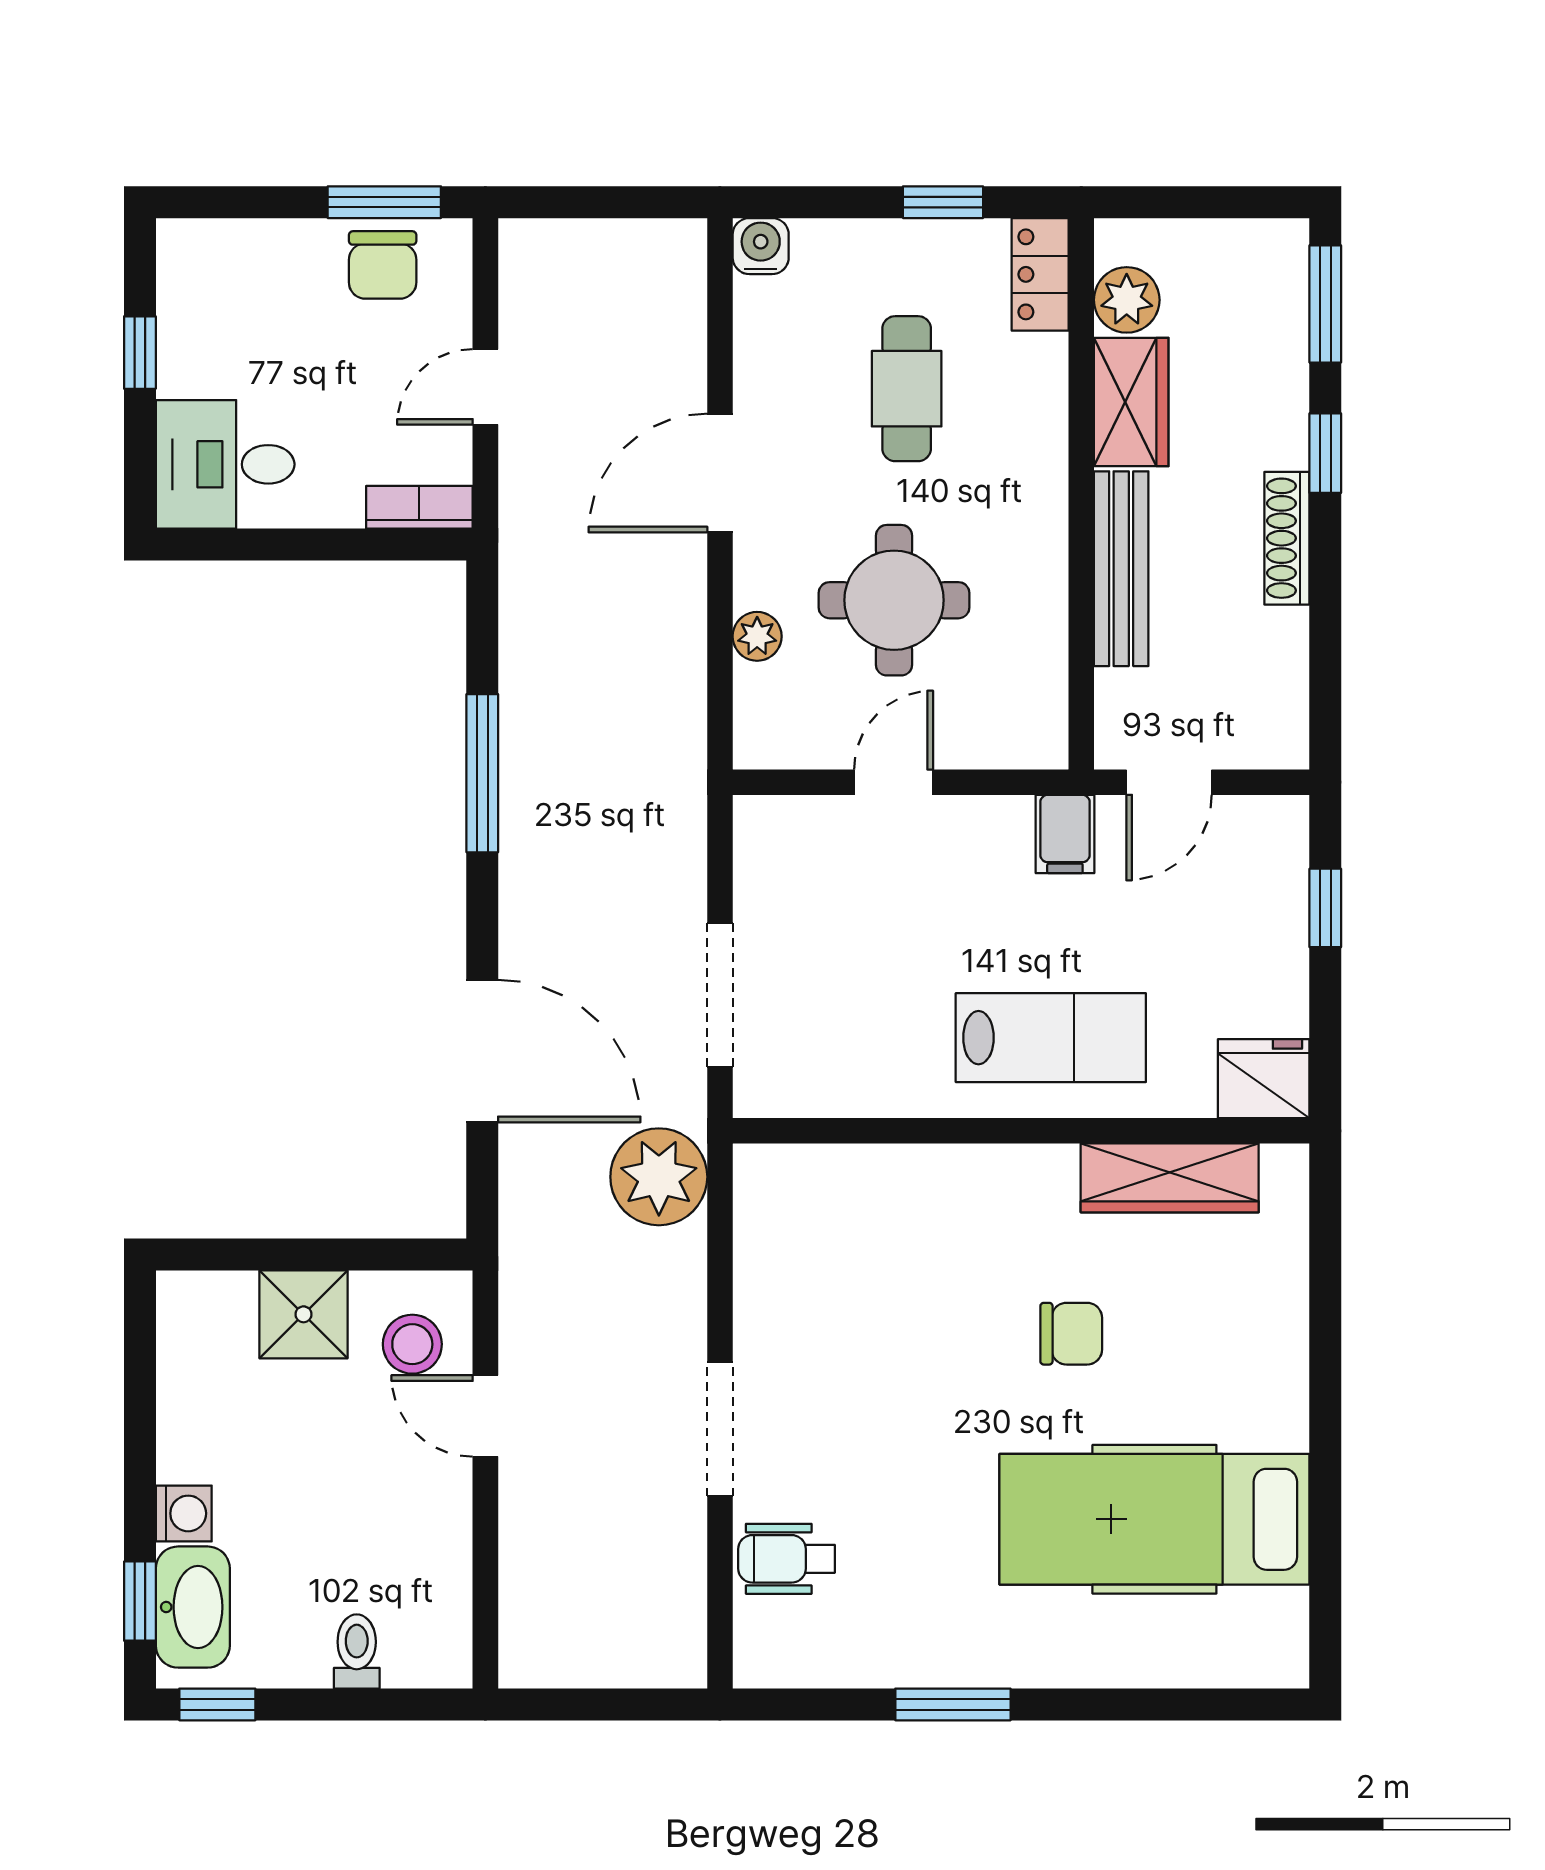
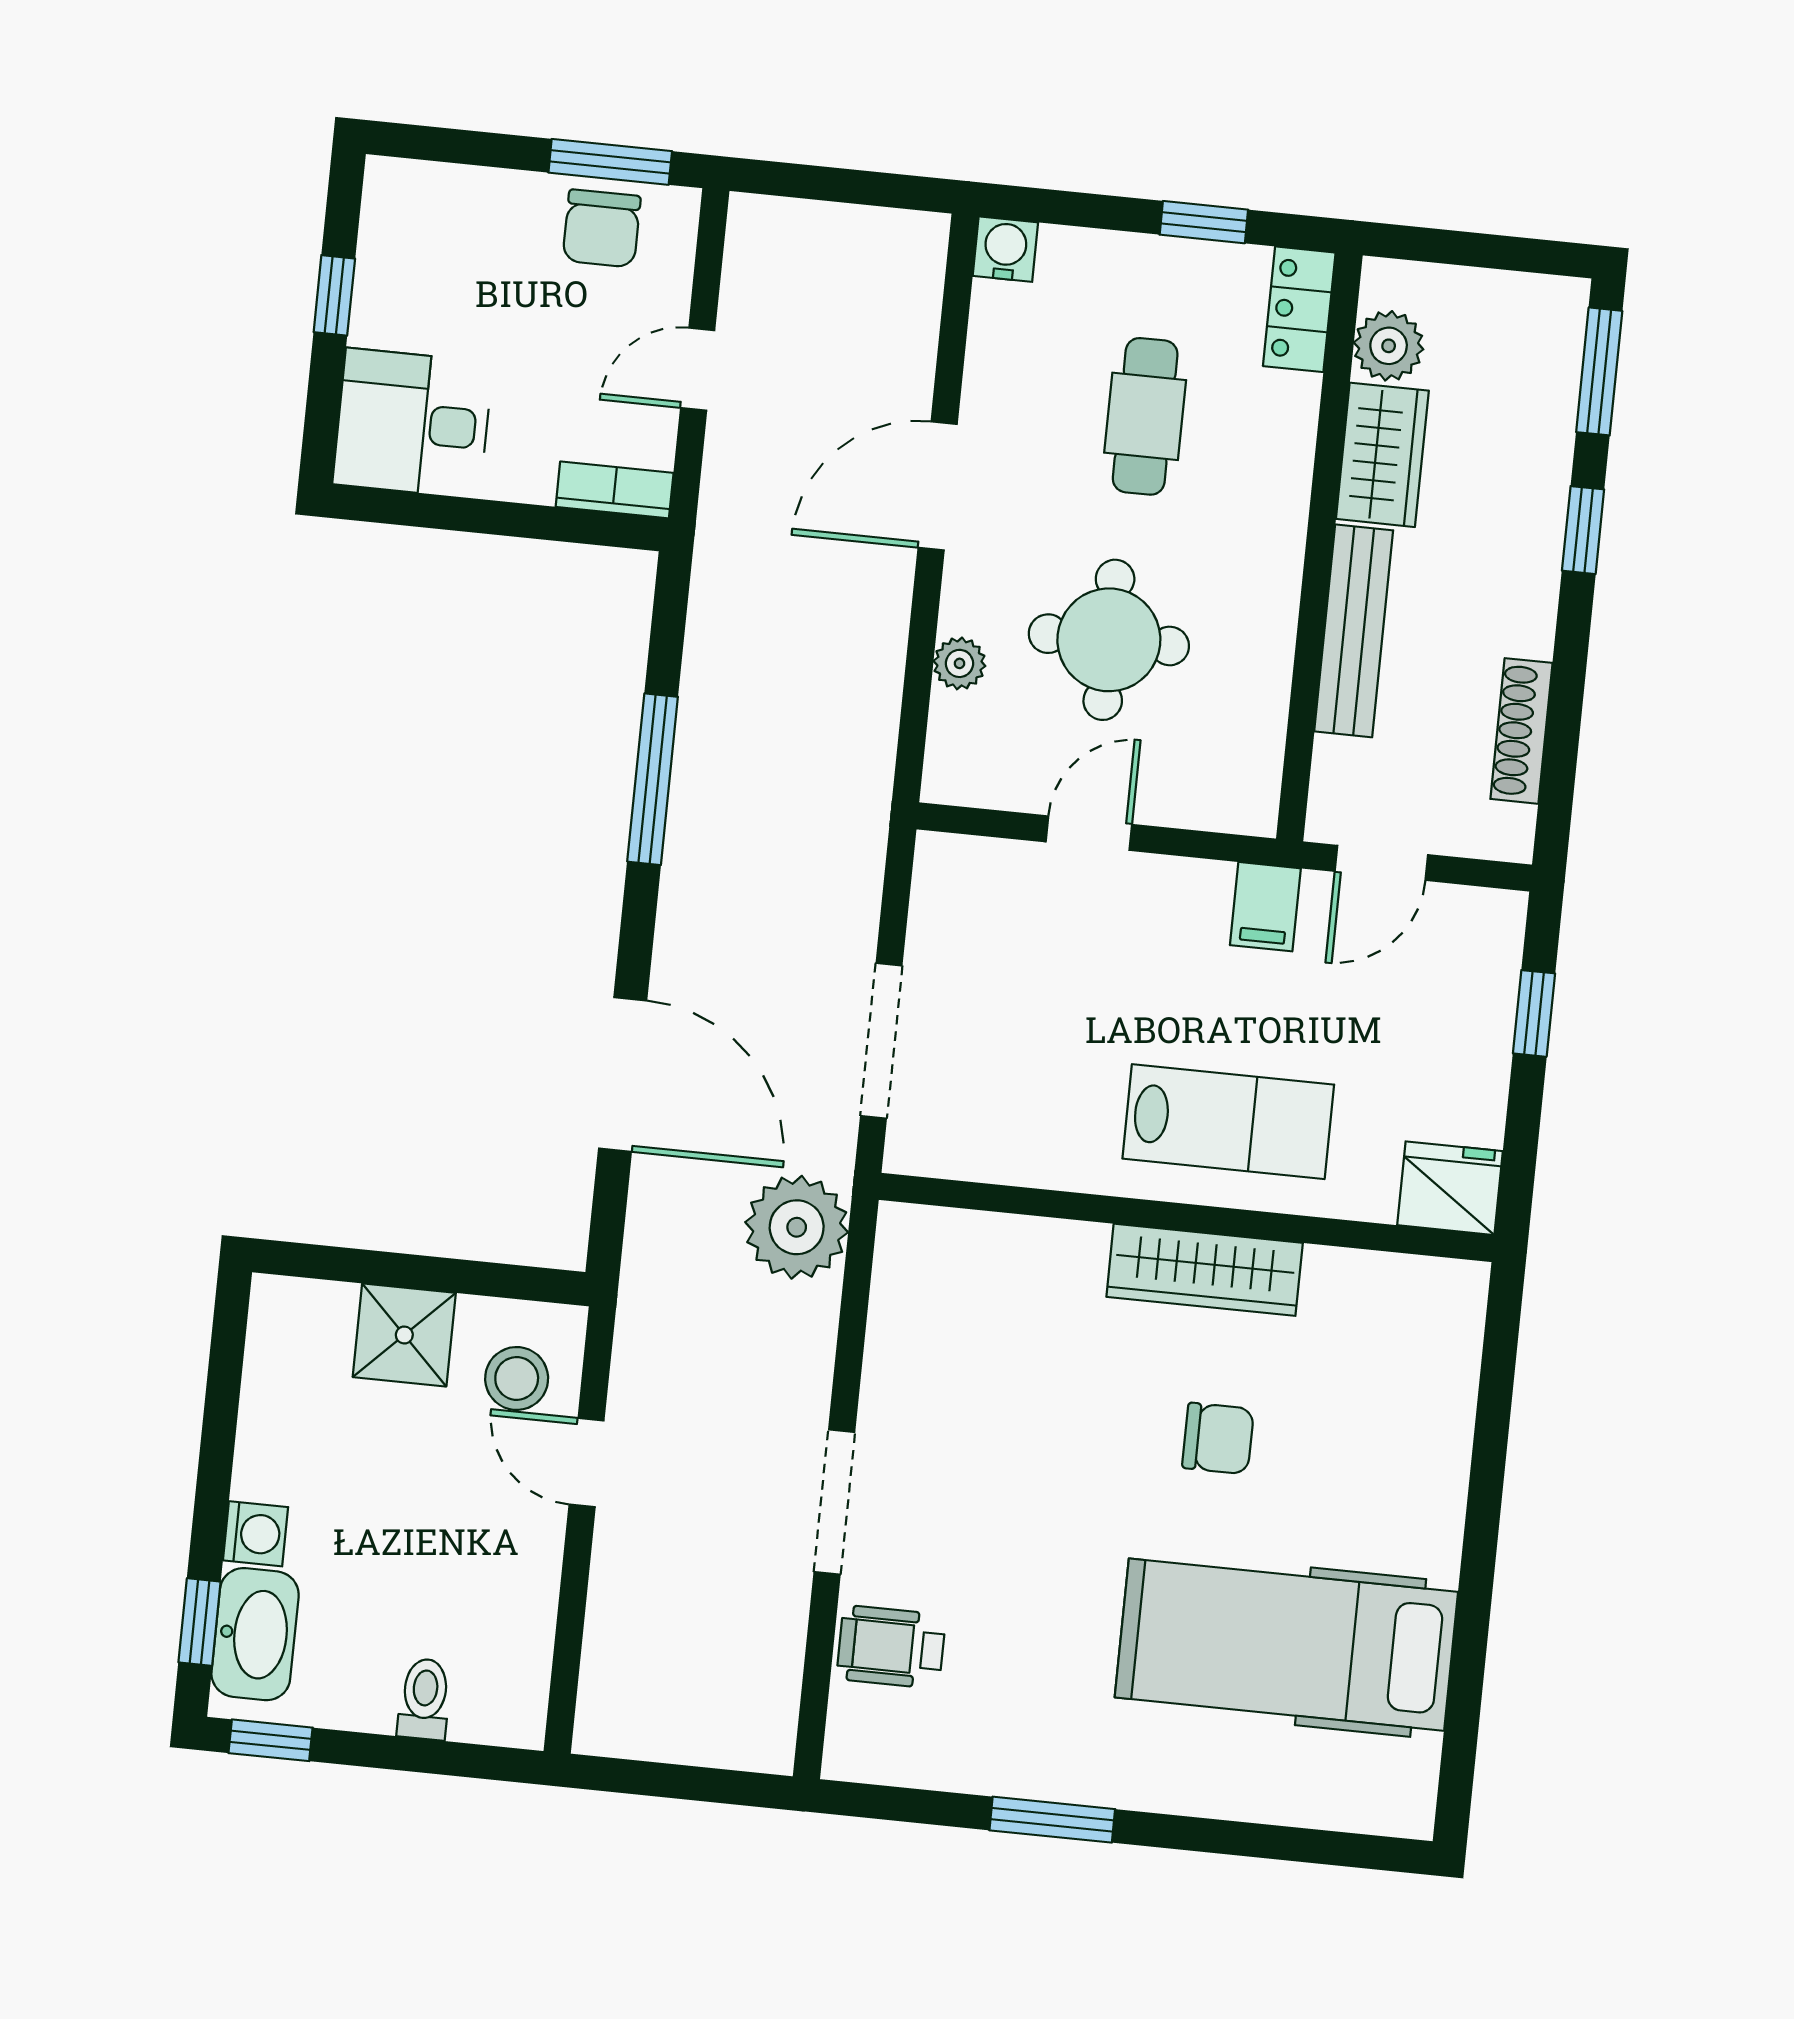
shoe rack: (1287, 538) -> (1521, 731), moved
wardrobe: (1170, 1178) -> (1205, 1270), moved

